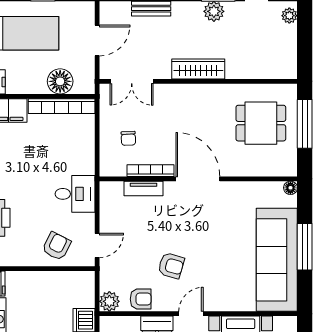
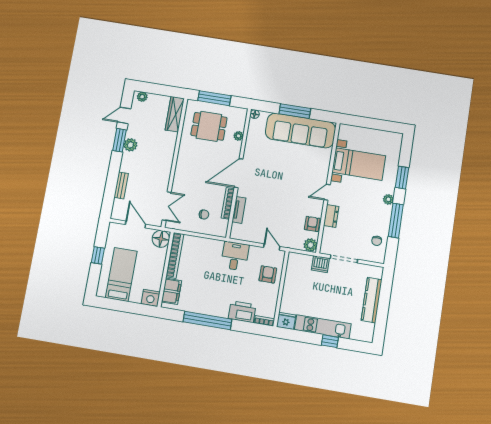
wardrobe: (198, 69) -> (175, 114), moved
floor lamp: (60, 81) -> (161, 239), moved
dining table: (261, 123) -> (209, 126), turned 90
plant: (254, 169) -> (239, 136), added
armchair: (56, 246) -> (268, 274), turned 63
armchair: (171, 266) -> (293, 200), removed
door: (191, 314) -> (327, 192), hinge flipped

